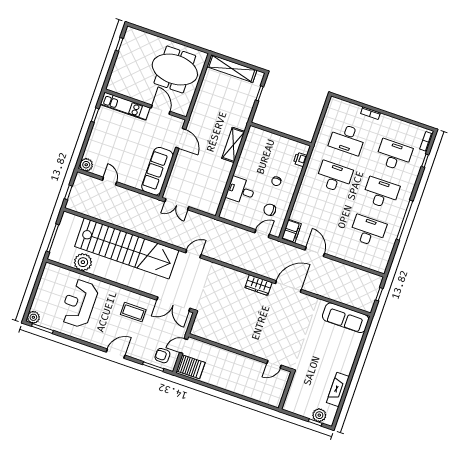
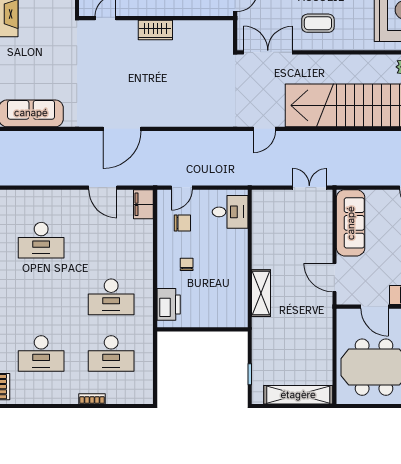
desk: (347, 139) -> (111, 353), turned 180
printer: (300, 159) -> (169, 304), width x1.87, depth x1.48
desk: (241, 190) -> (230, 212), moved
desk: (381, 193) -> (41, 297), removed
wardrobe: (258, 285) -> (155, 30), moved, turned 180

